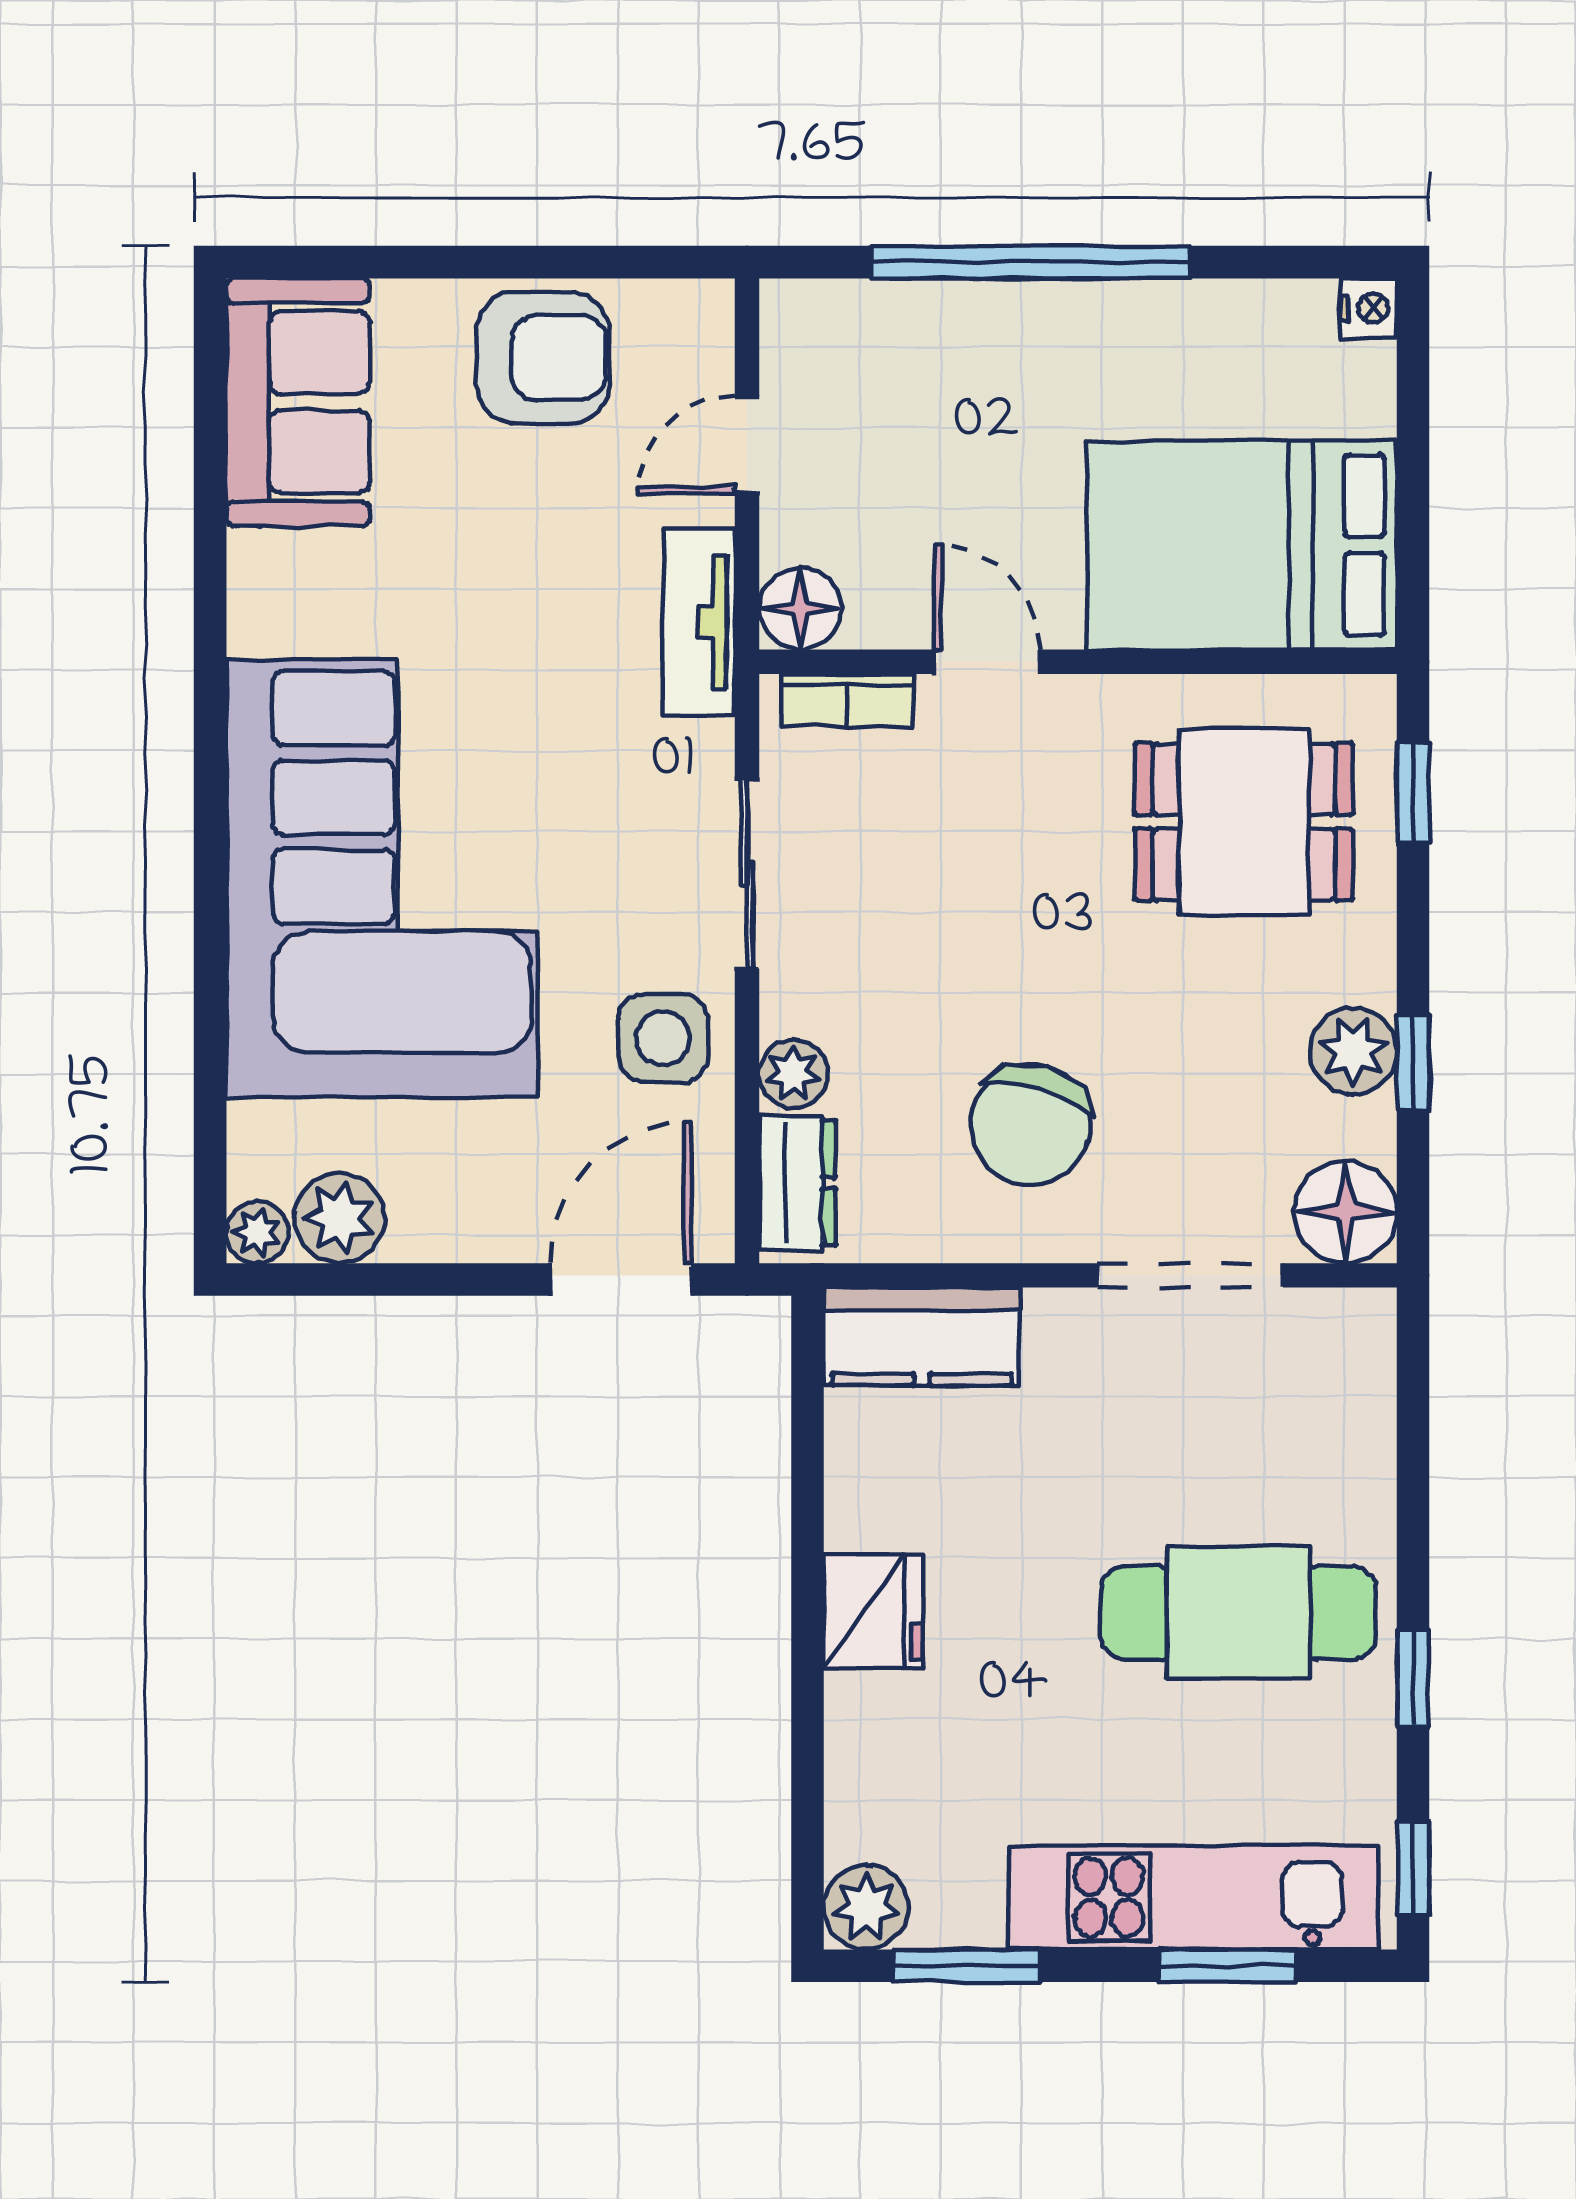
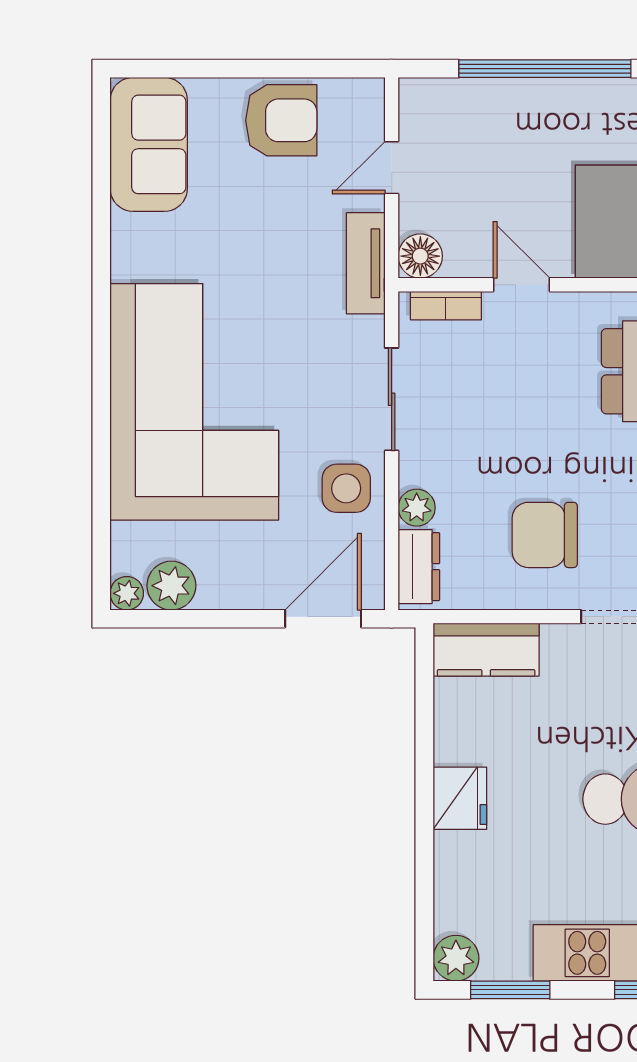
chair: (1030, 1124) -> (545, 535), turned 74

